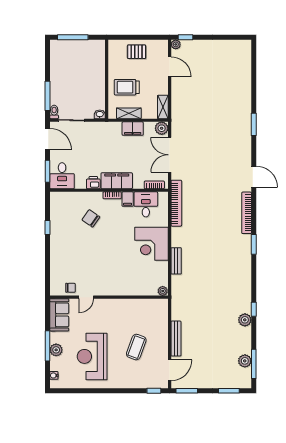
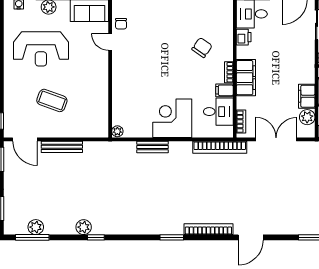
plant: (162, 128) -> (307, 117), moved
printer: (93, 183) -> (244, 37), moved
reception desk: (92, 356) -> (41, 49), turned 180

